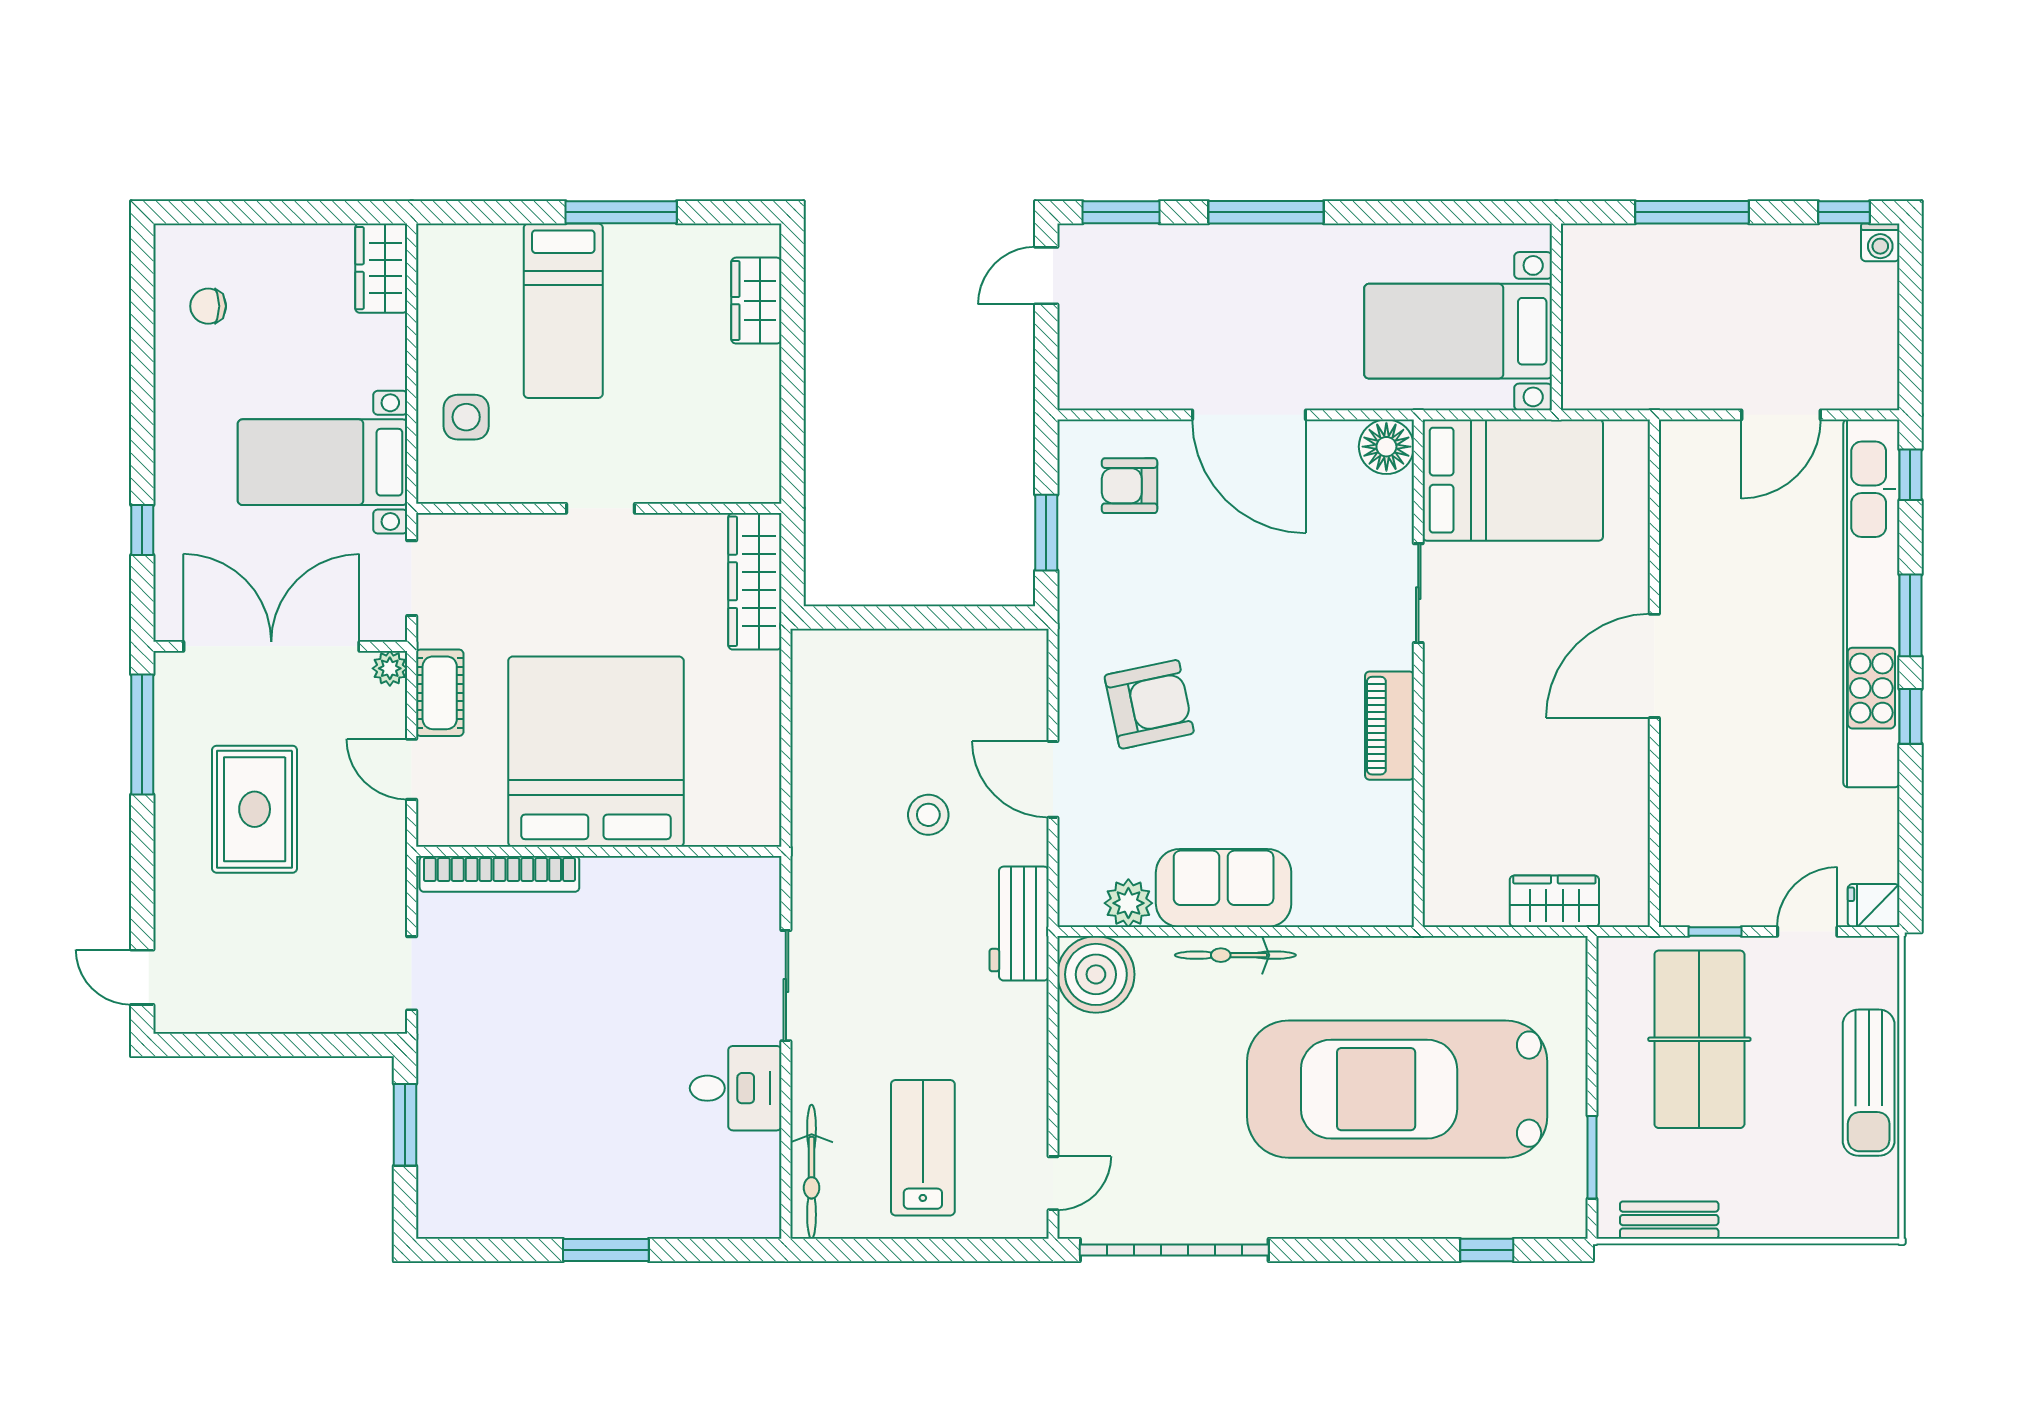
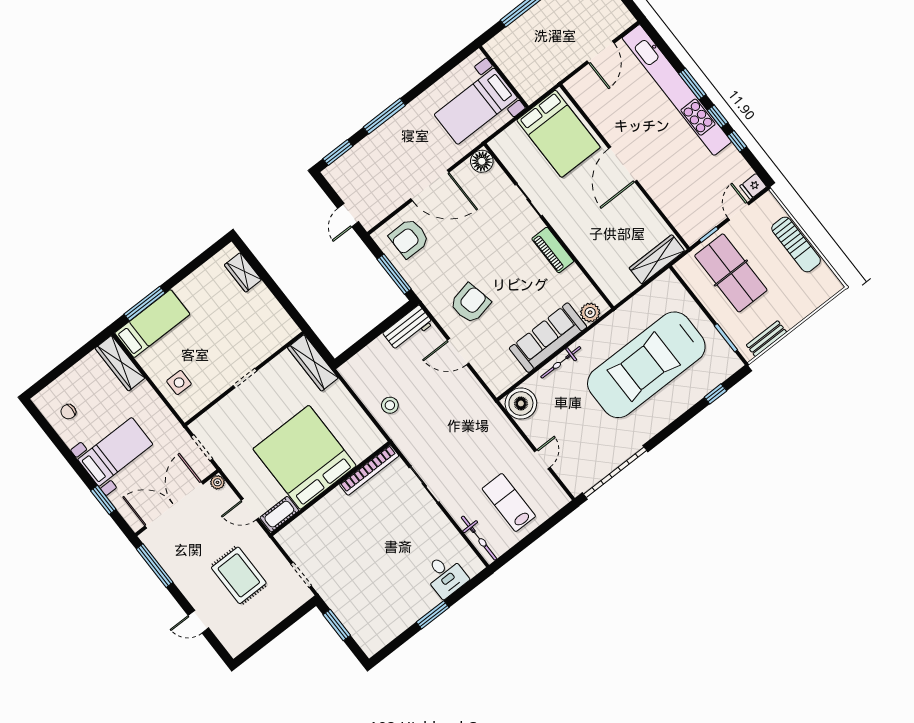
window: (621, 212) -> (145, 304), moved
wardrobe: (381, 268) -> (120, 363), width x1.50
door: (1046, 276) -> (348, 215), moved
bed: (563, 311) -> (152, 324), moved, turned -90
bed with nightstands: (323, 462) -> (115, 452), moved, turned 180
window: (1910, 475) -> (737, 141), moved
bed: (1513, 480) -> (559, 134), moved, turned 90
armchair: (1130, 486) -> (409, 238), width x1.38, depth x1.38
window: (142, 530) -> (103, 500), width x1.50
window: (1046, 533) -> (394, 274), width x1.44
cot: (440, 693) -> (279, 514), moved, turned 90
rug: (255, 809) -> (239, 575), moved
stool: (928, 815) -> (390, 405), moved
bookcase: (499, 874) -> (369, 470), moved
sofa: (1224, 888) -> (548, 338), width x1.36
wardrobe: (1554, 901) -> (657, 259), width x1.50
plant: (1128, 903) -> (590, 312), moved
workbench: (1019, 924) -> (408, 328), moved, turned -90
door: (142, 977) -> (198, 622), moved
desk: (736, 1088) -> (445, 576), moved, turned 90
door: (1053, 1183) -> (542, 459), moved

